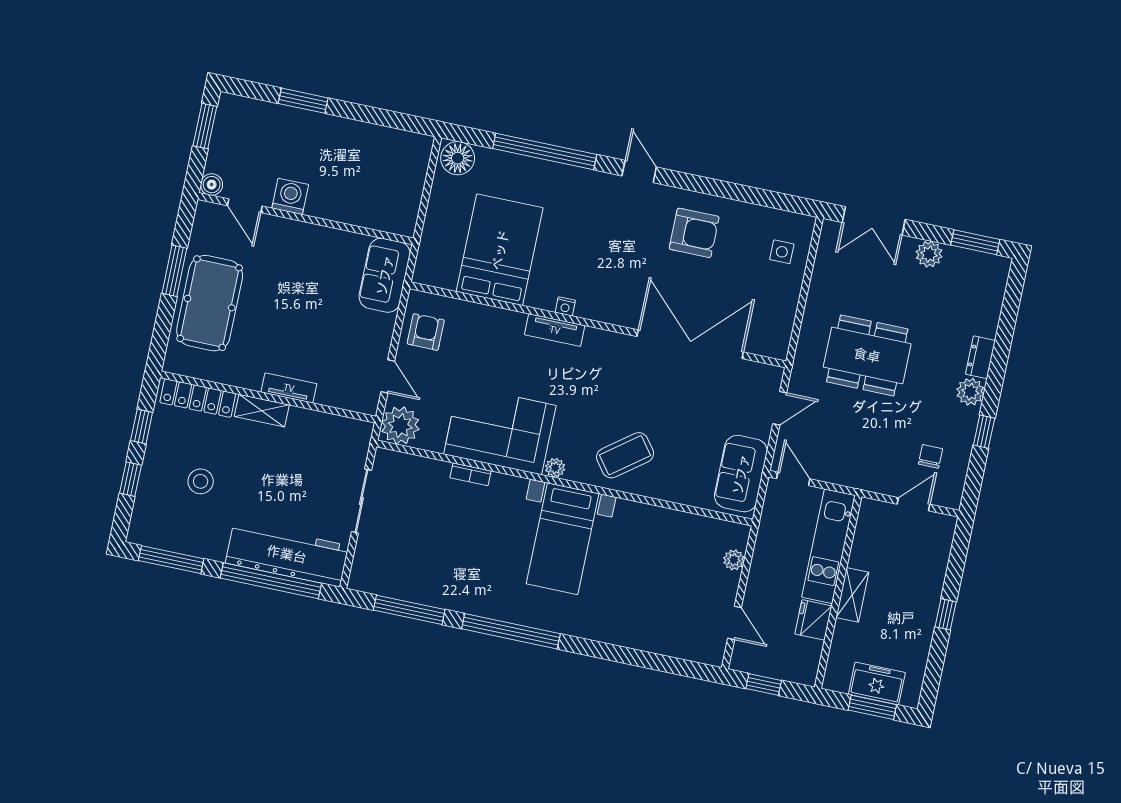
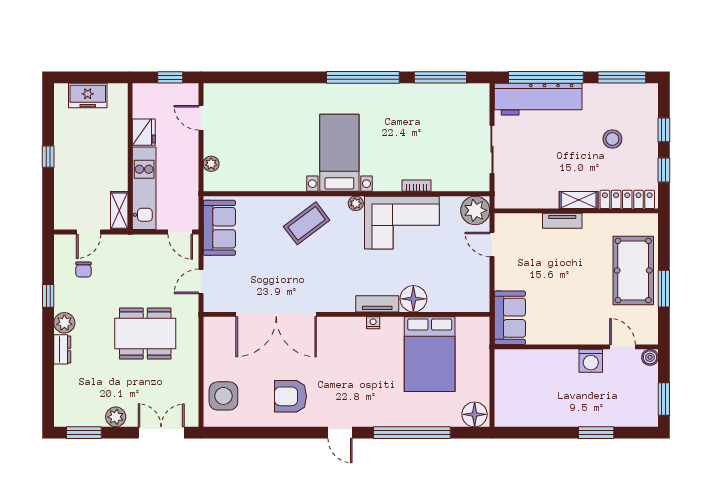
side table: (782, 252) -> (223, 396), width x1.87, depth x1.87
floor lamp: (506, 327) -> (413, 299), added
armchair: (426, 332) -> (471, 283), removed
shelving: (852, 595) -> (119, 211), moved
window: (872, 707) -> (87, 77), removed

